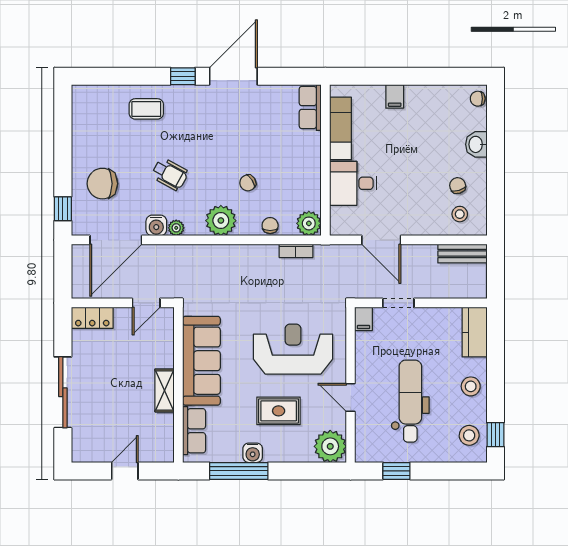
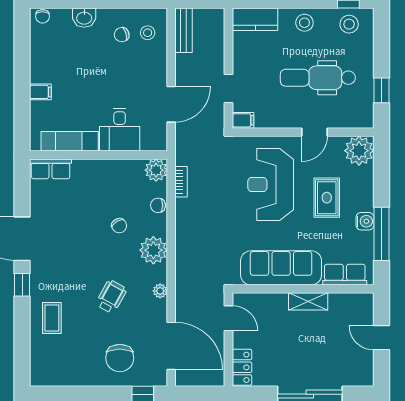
water cooler: (156, 225) -> (158, 309), removed

